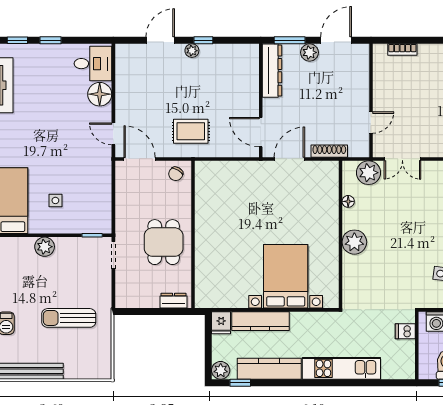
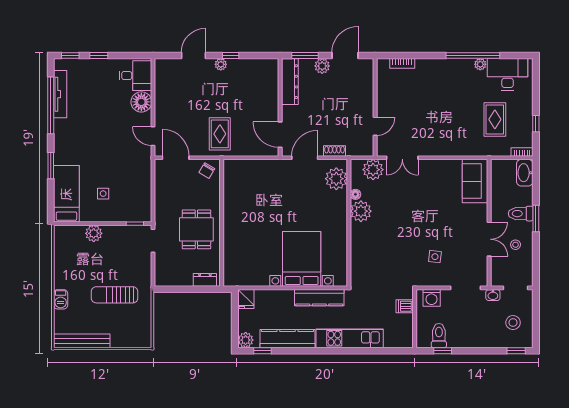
rug: (191, 131) -> (220, 134), turned 90
shoe rack: (329, 151) -> (335, 151), width x0.70
plant: (326, 183) -> (336, 179), added
plant: (354, 242) -> (361, 211), moved
kitchen counter: (260, 321) -> (319, 298), moved

